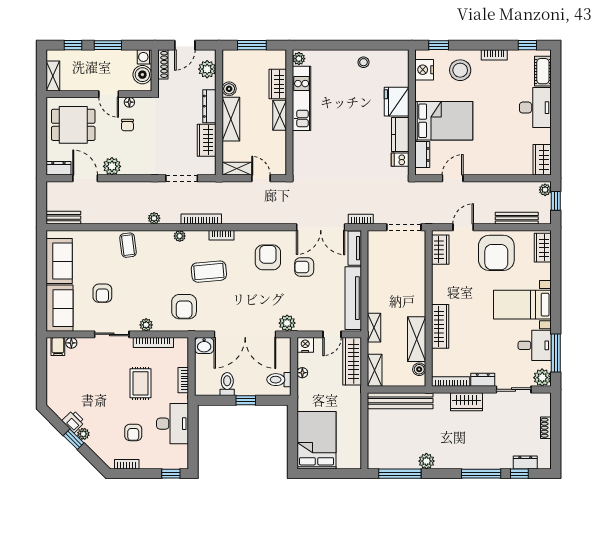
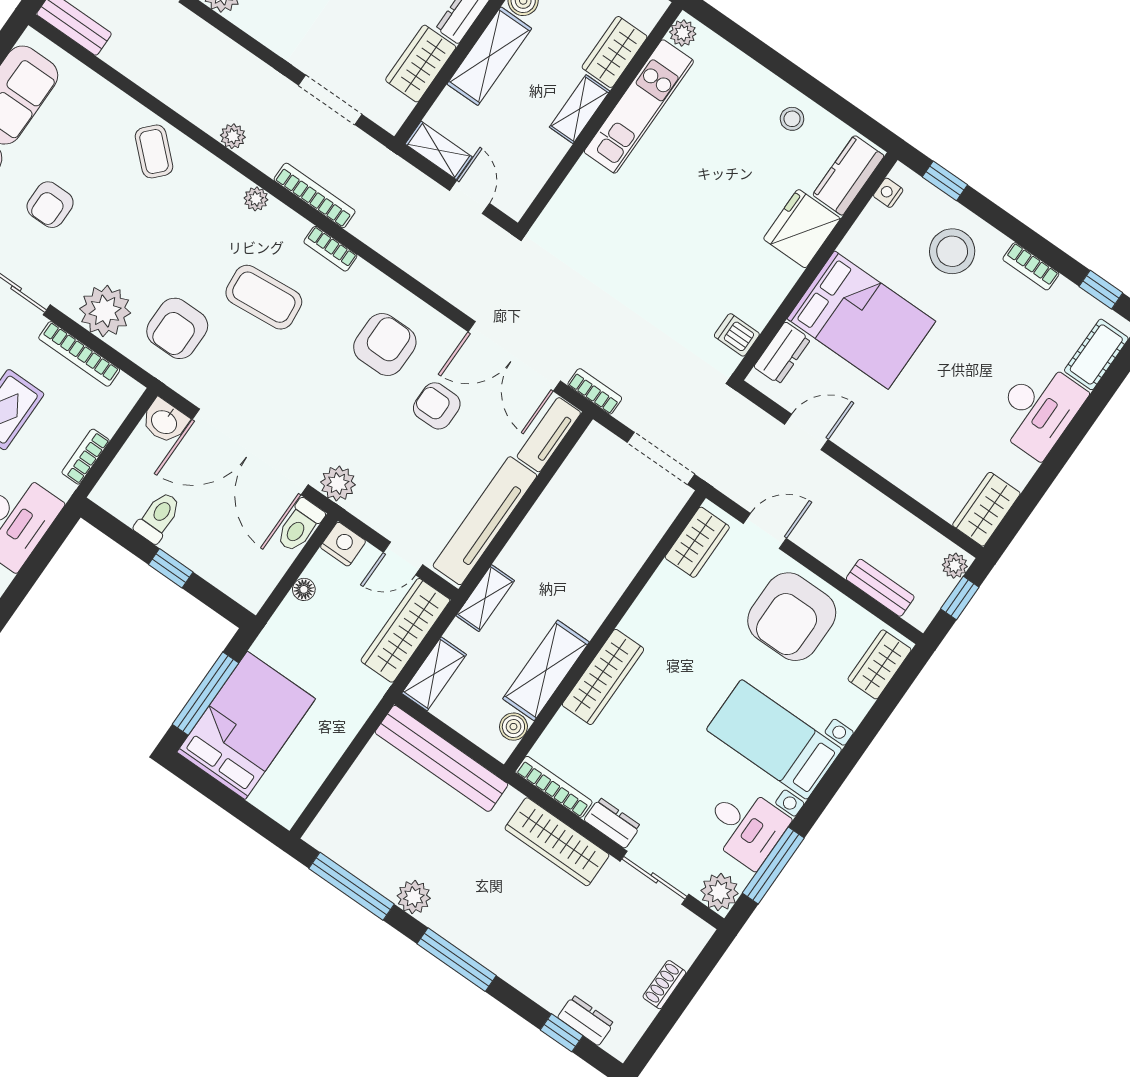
nightstand: (424, 70) -> (888, 193), width x0.53, depth x0.56
kitchen counter: (400, 134) -> (848, 175), moved
bench: (517, 218) -> (880, 588), width x0.73
coffee table: (128, 245) -> (154, 151), turned -40
plant: (146, 325) -> (105, 311), width x1.88, depth x1.88
toilet: (279, 380) -> (300, 526), moved, turned -90
wardrobe: (467, 402) -> (557, 842), width x1.50
window: (292, 439) -> (205, 694), added
window: (481, 474) -> (457, 960), moved

